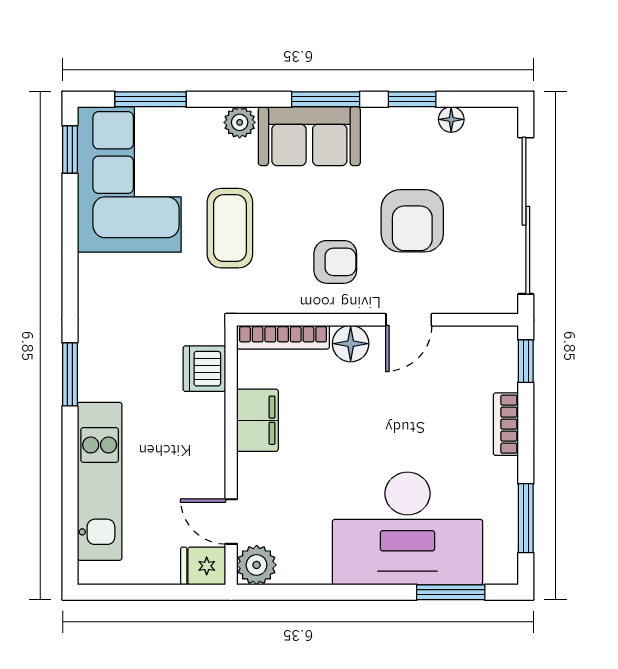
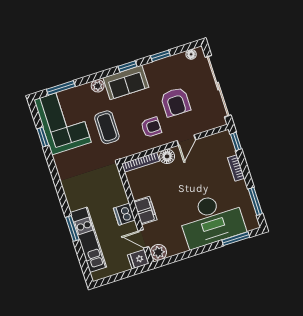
window: (326, 99) -> (127, 66), width x0.67
floor lamp: (451, 119) -> (191, 54), moved
window: (70, 150) -> (43, 137), moved
dishwasher: (204, 369) -> (124, 214), moved
window: (70, 374) -> (72, 228), moved
filing cabinet: (257, 420) -> (145, 210), moved

